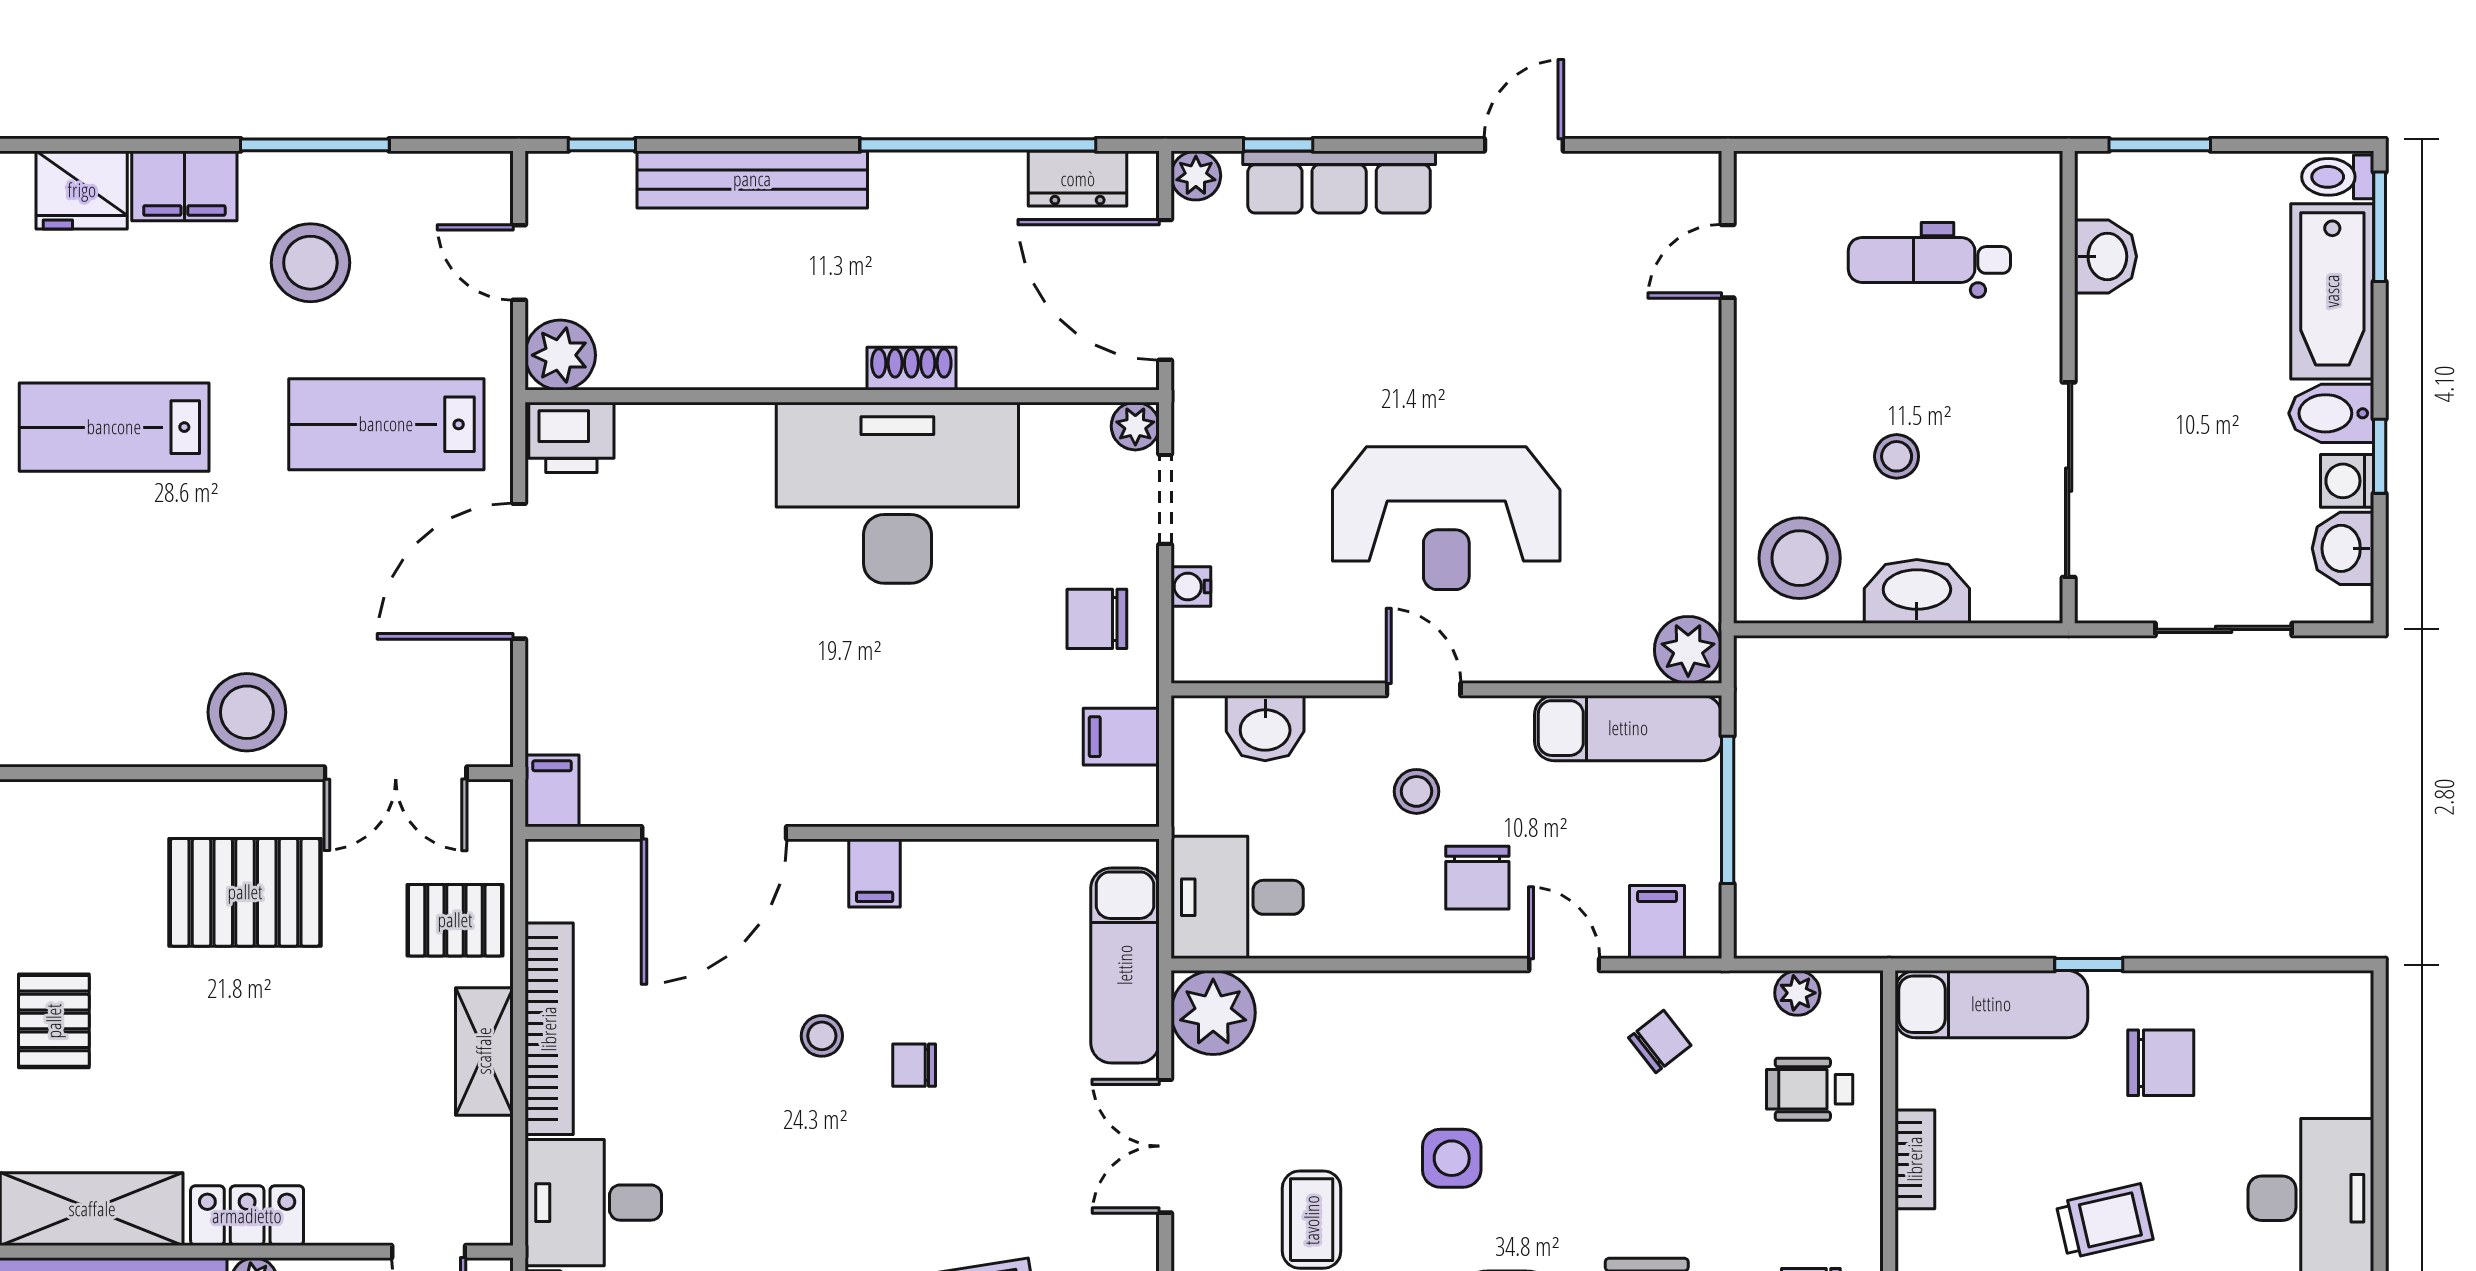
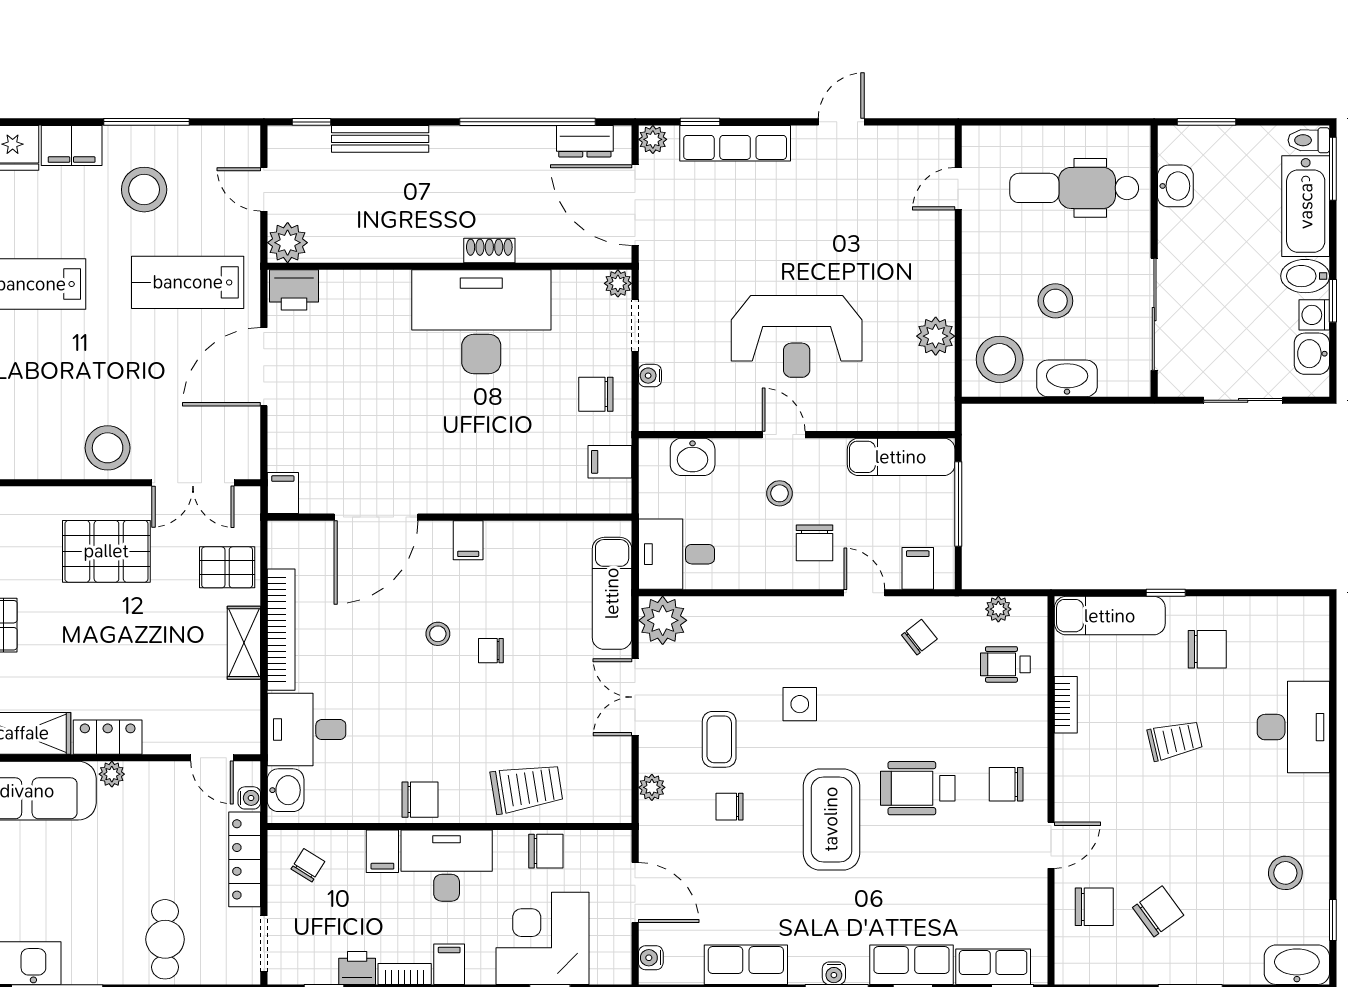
bench: (752, 179) -> (380, 139), width x0.73, depth x0.82
dental chair: (1929, 260) -> (1074, 188), width x1.36, depth x1.38
stool: (1897, 456) -> (1055, 301), width x1.37, depth x1.37
plant: (1688, 650) -> (936, 336), moved

